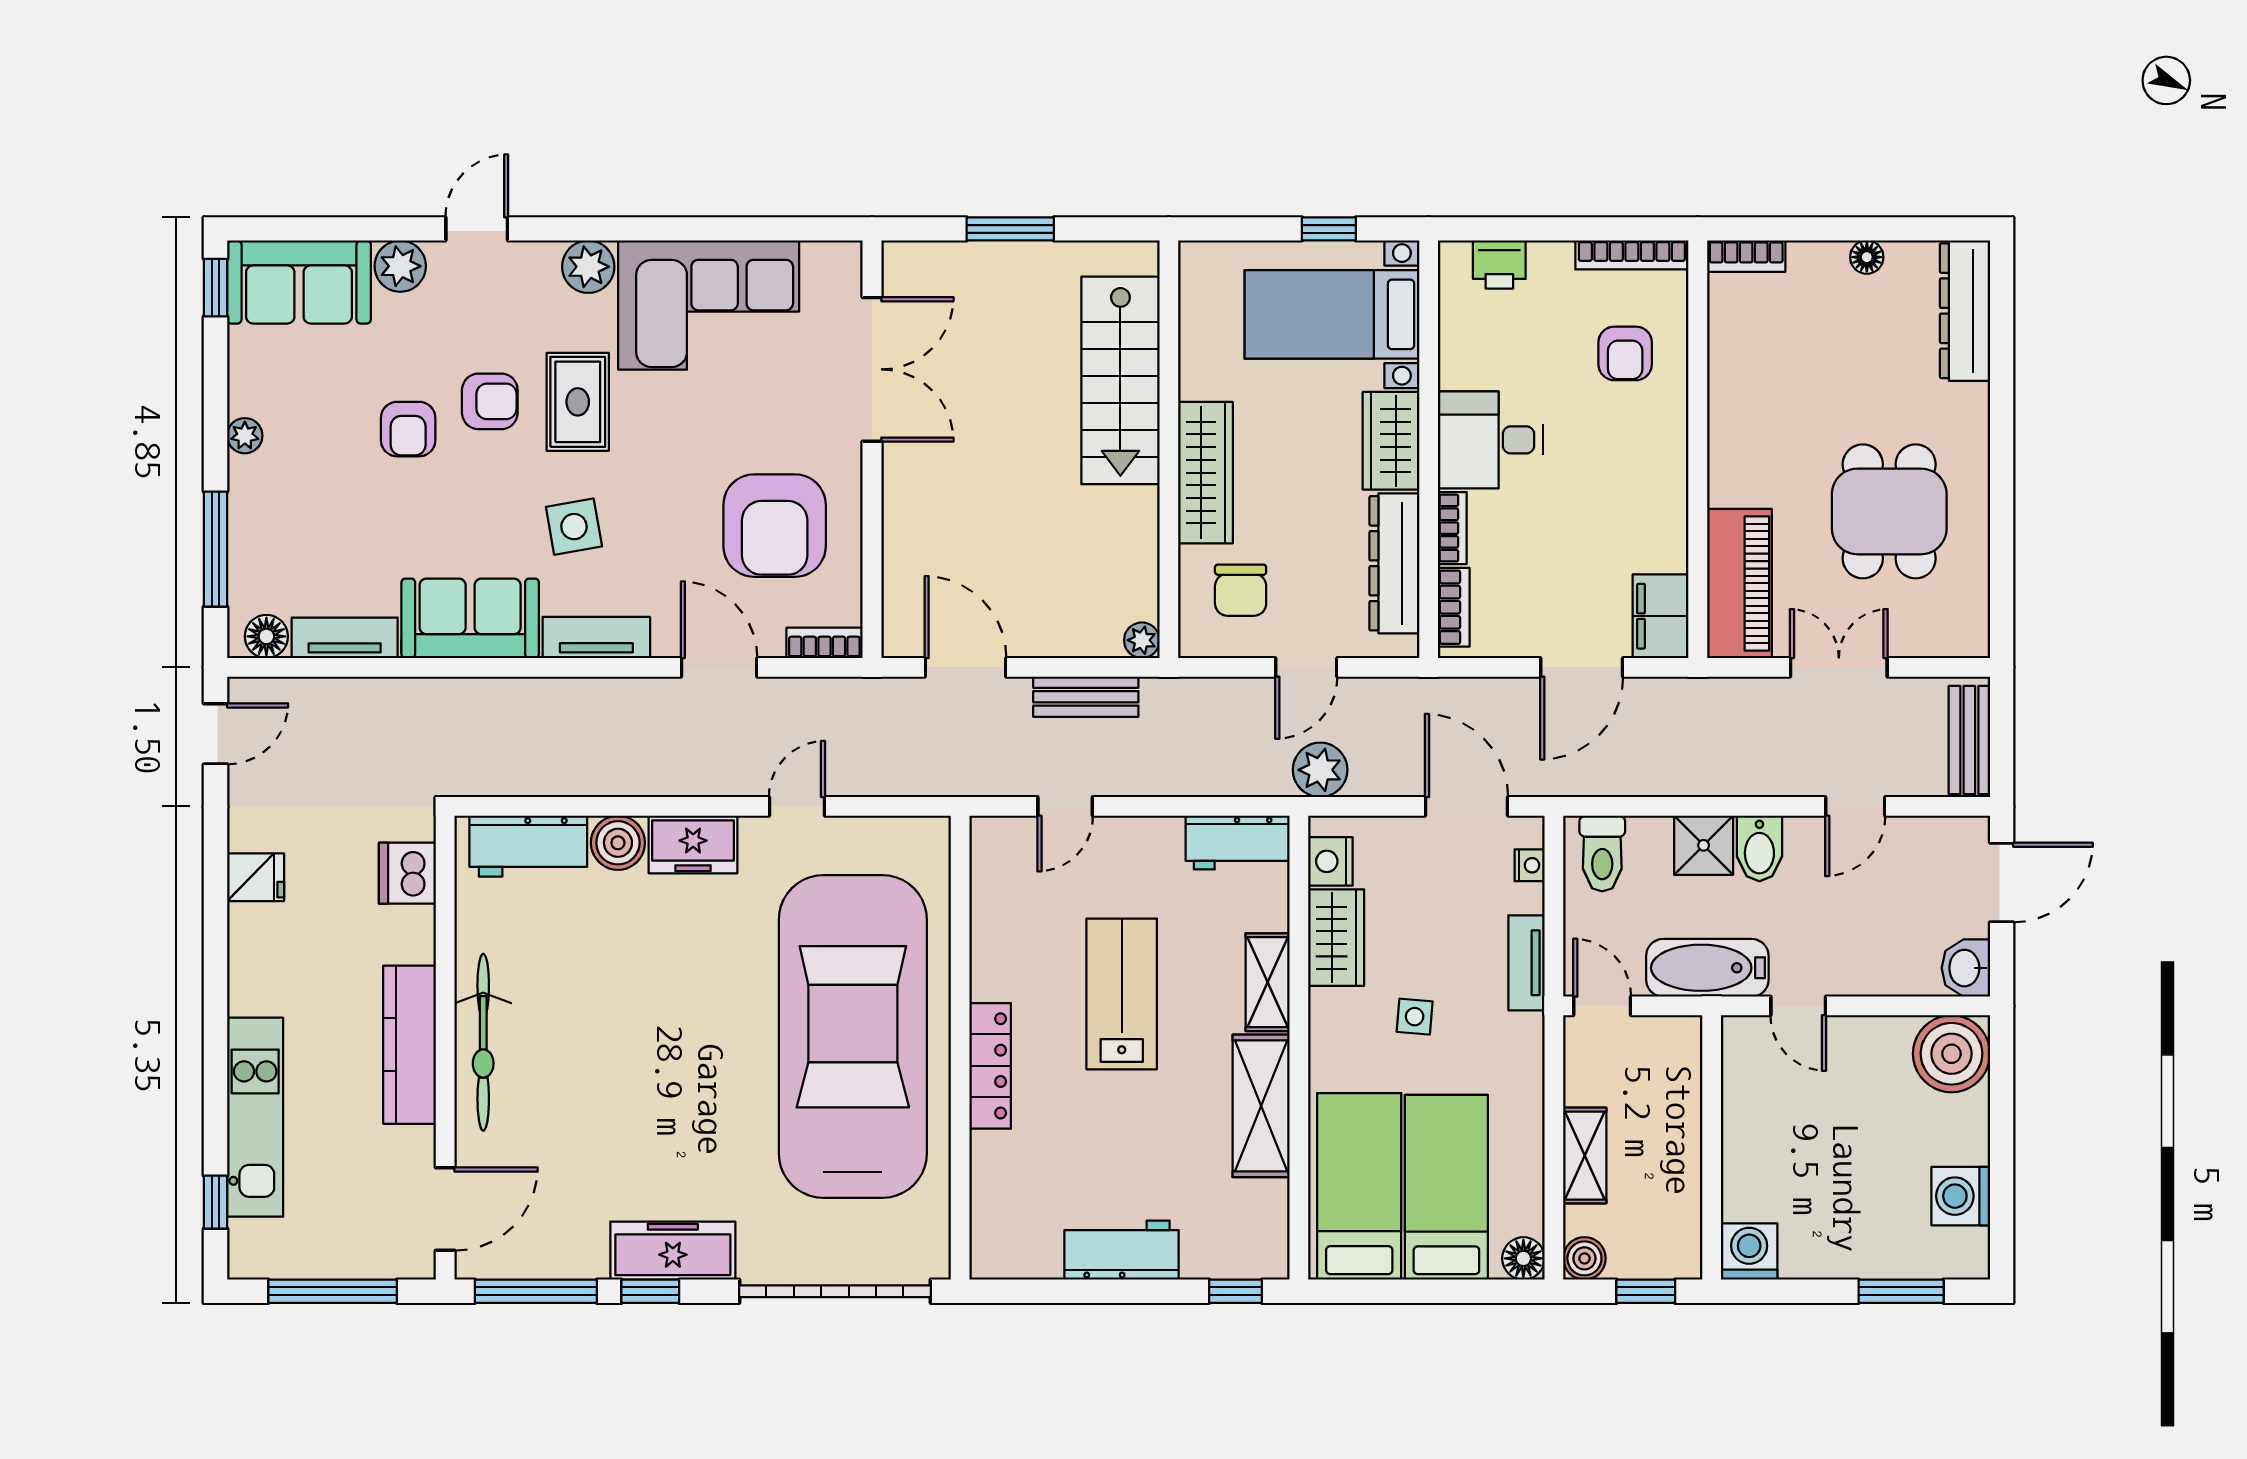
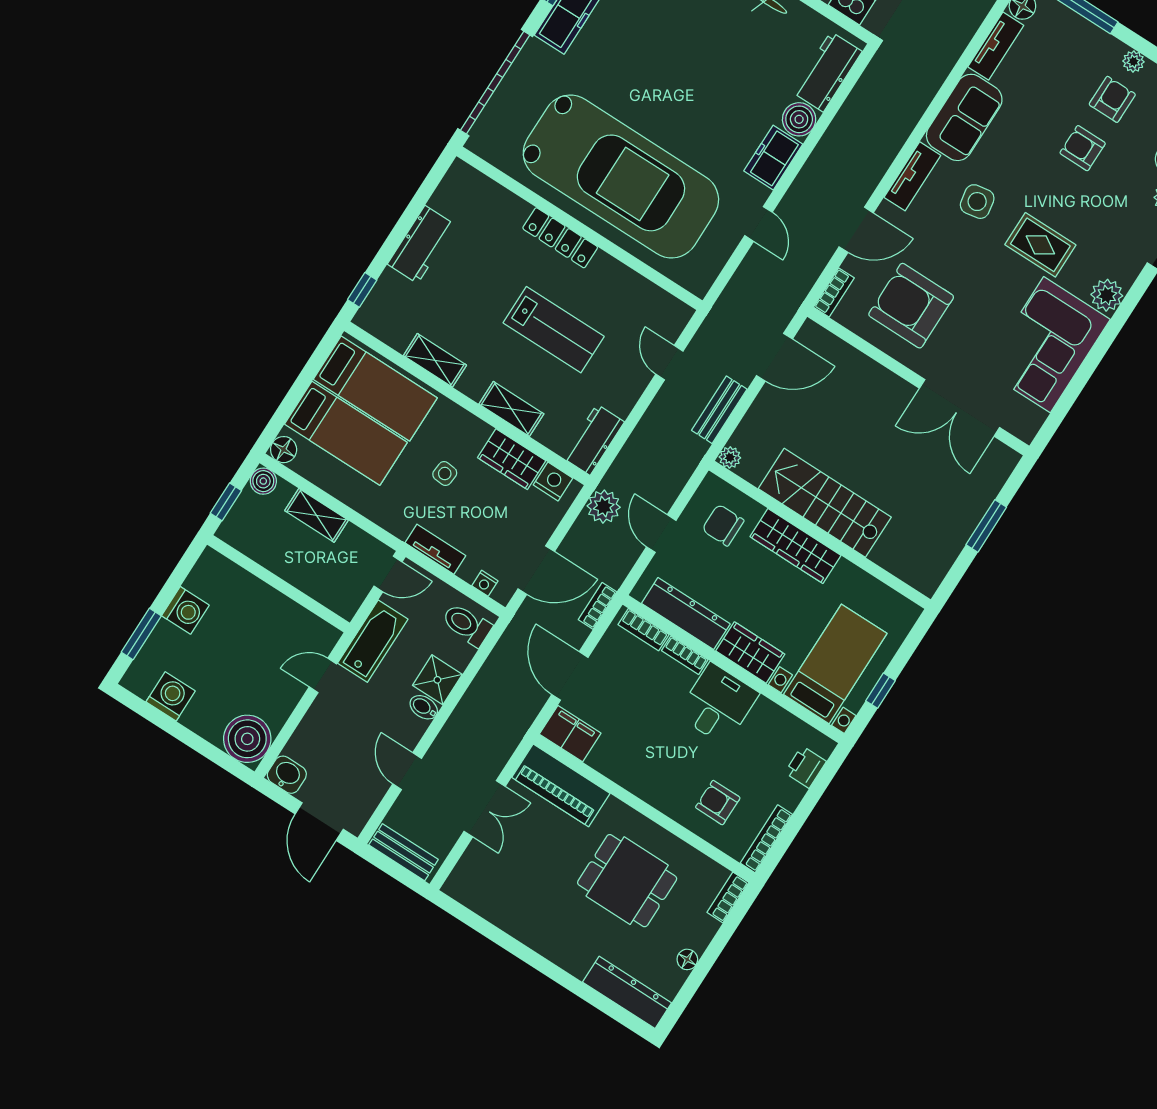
stairs: (1120, 380) -> (825, 503), moved
armchair: (490, 401) -> (1112, 99), moved, turned 180
dining table: (1889, 511) -> (627, 881), moved
bookcase: (1461, 691) -> (598, 606), added
bidet: (1759, 849) -> (424, 707), width x0.72, depth x0.74
shelving: (1261, 1106) -> (435, 360), width x0.67, depth x0.75
washing machine: (1749, 1251) -> (185, 610), moved

